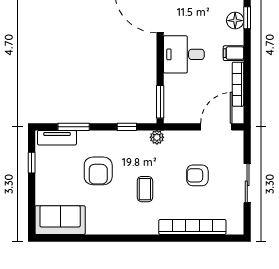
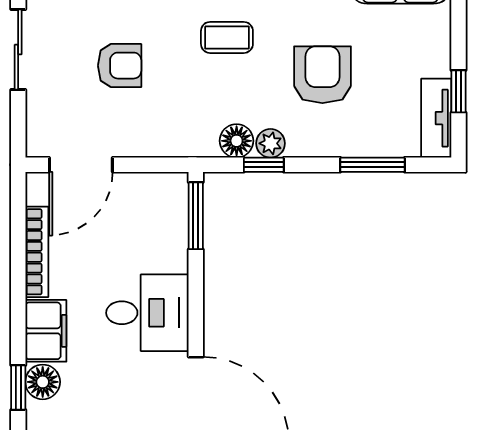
filing cabinet: (234, 53) -> (46, 331), width x2.00
plant: (157, 137) -> (270, 143), moved
tv unit: (57, 138) -> (436, 118), moved, turned -90
floor lamp: (140, 139) -> (237, 141), added
coffee table: (145, 189) -> (227, 37), turned 90

